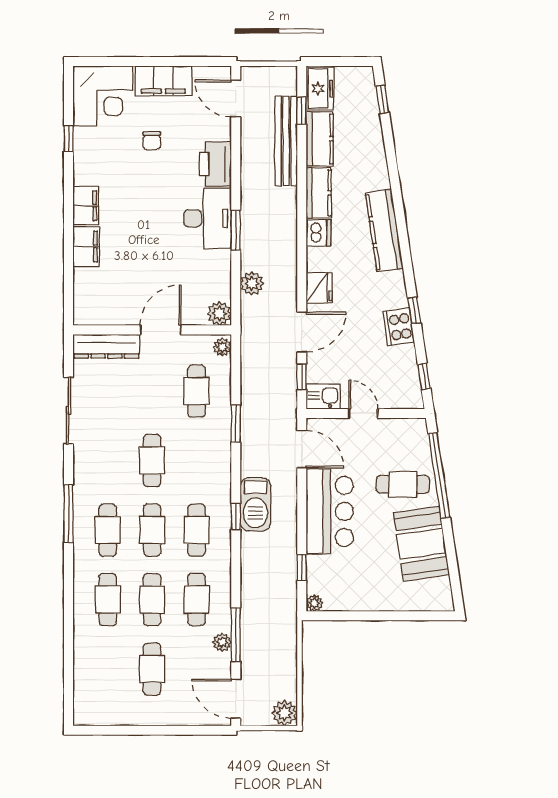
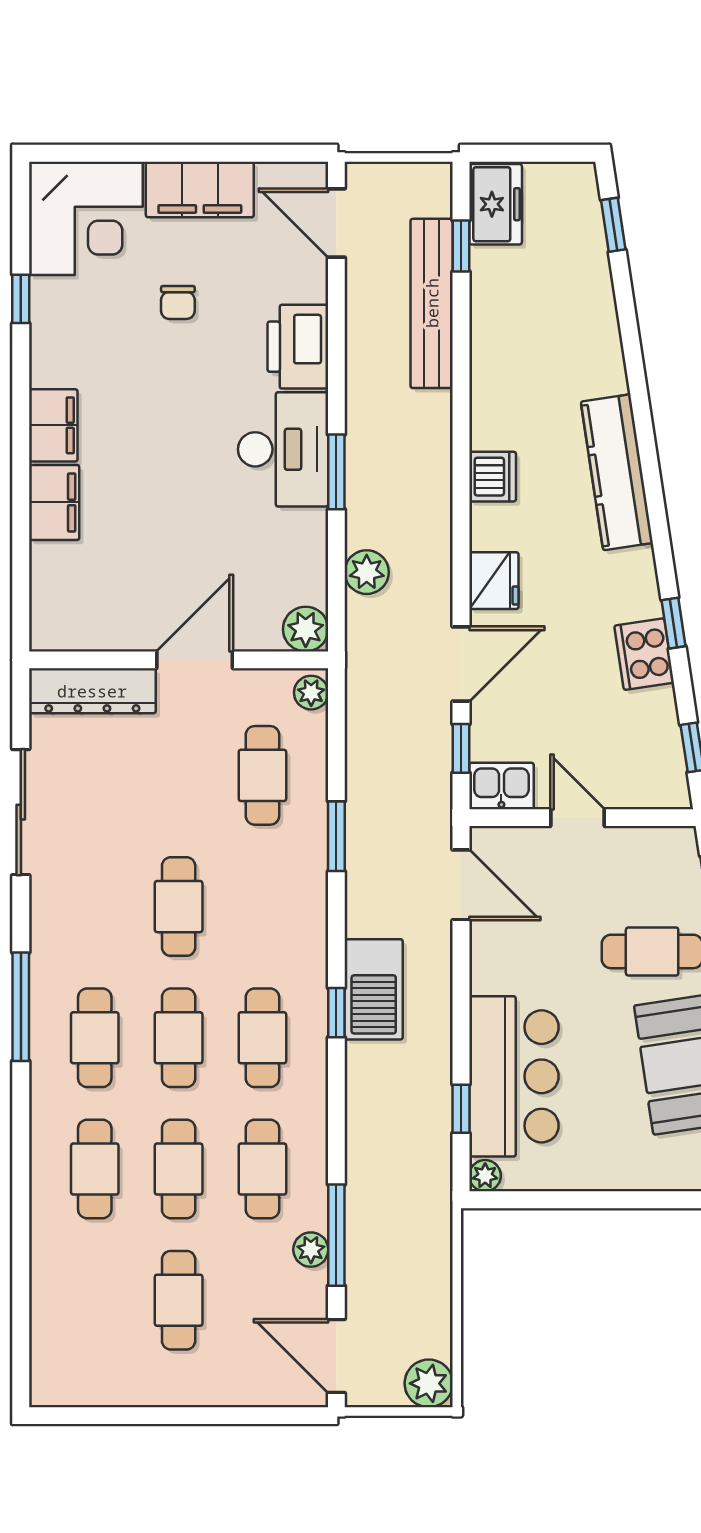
kitchen counter: (320, 139) -> (495, 299), removed
kitchen counter: (319, 193) -> (493, 401), removed
bar counter: (330, 511) -> (514, 1076), moved

